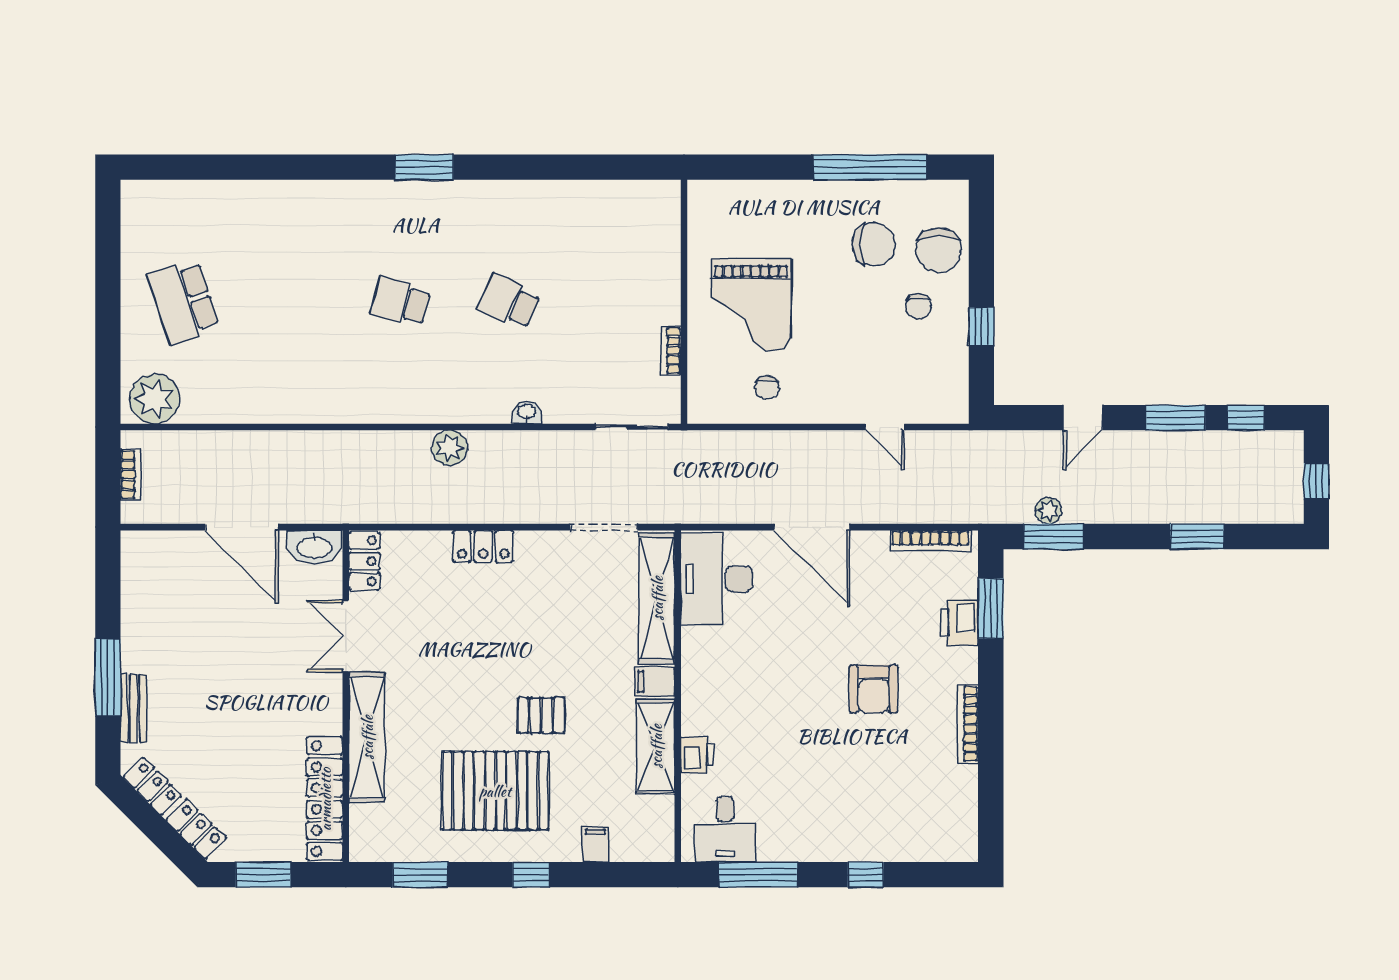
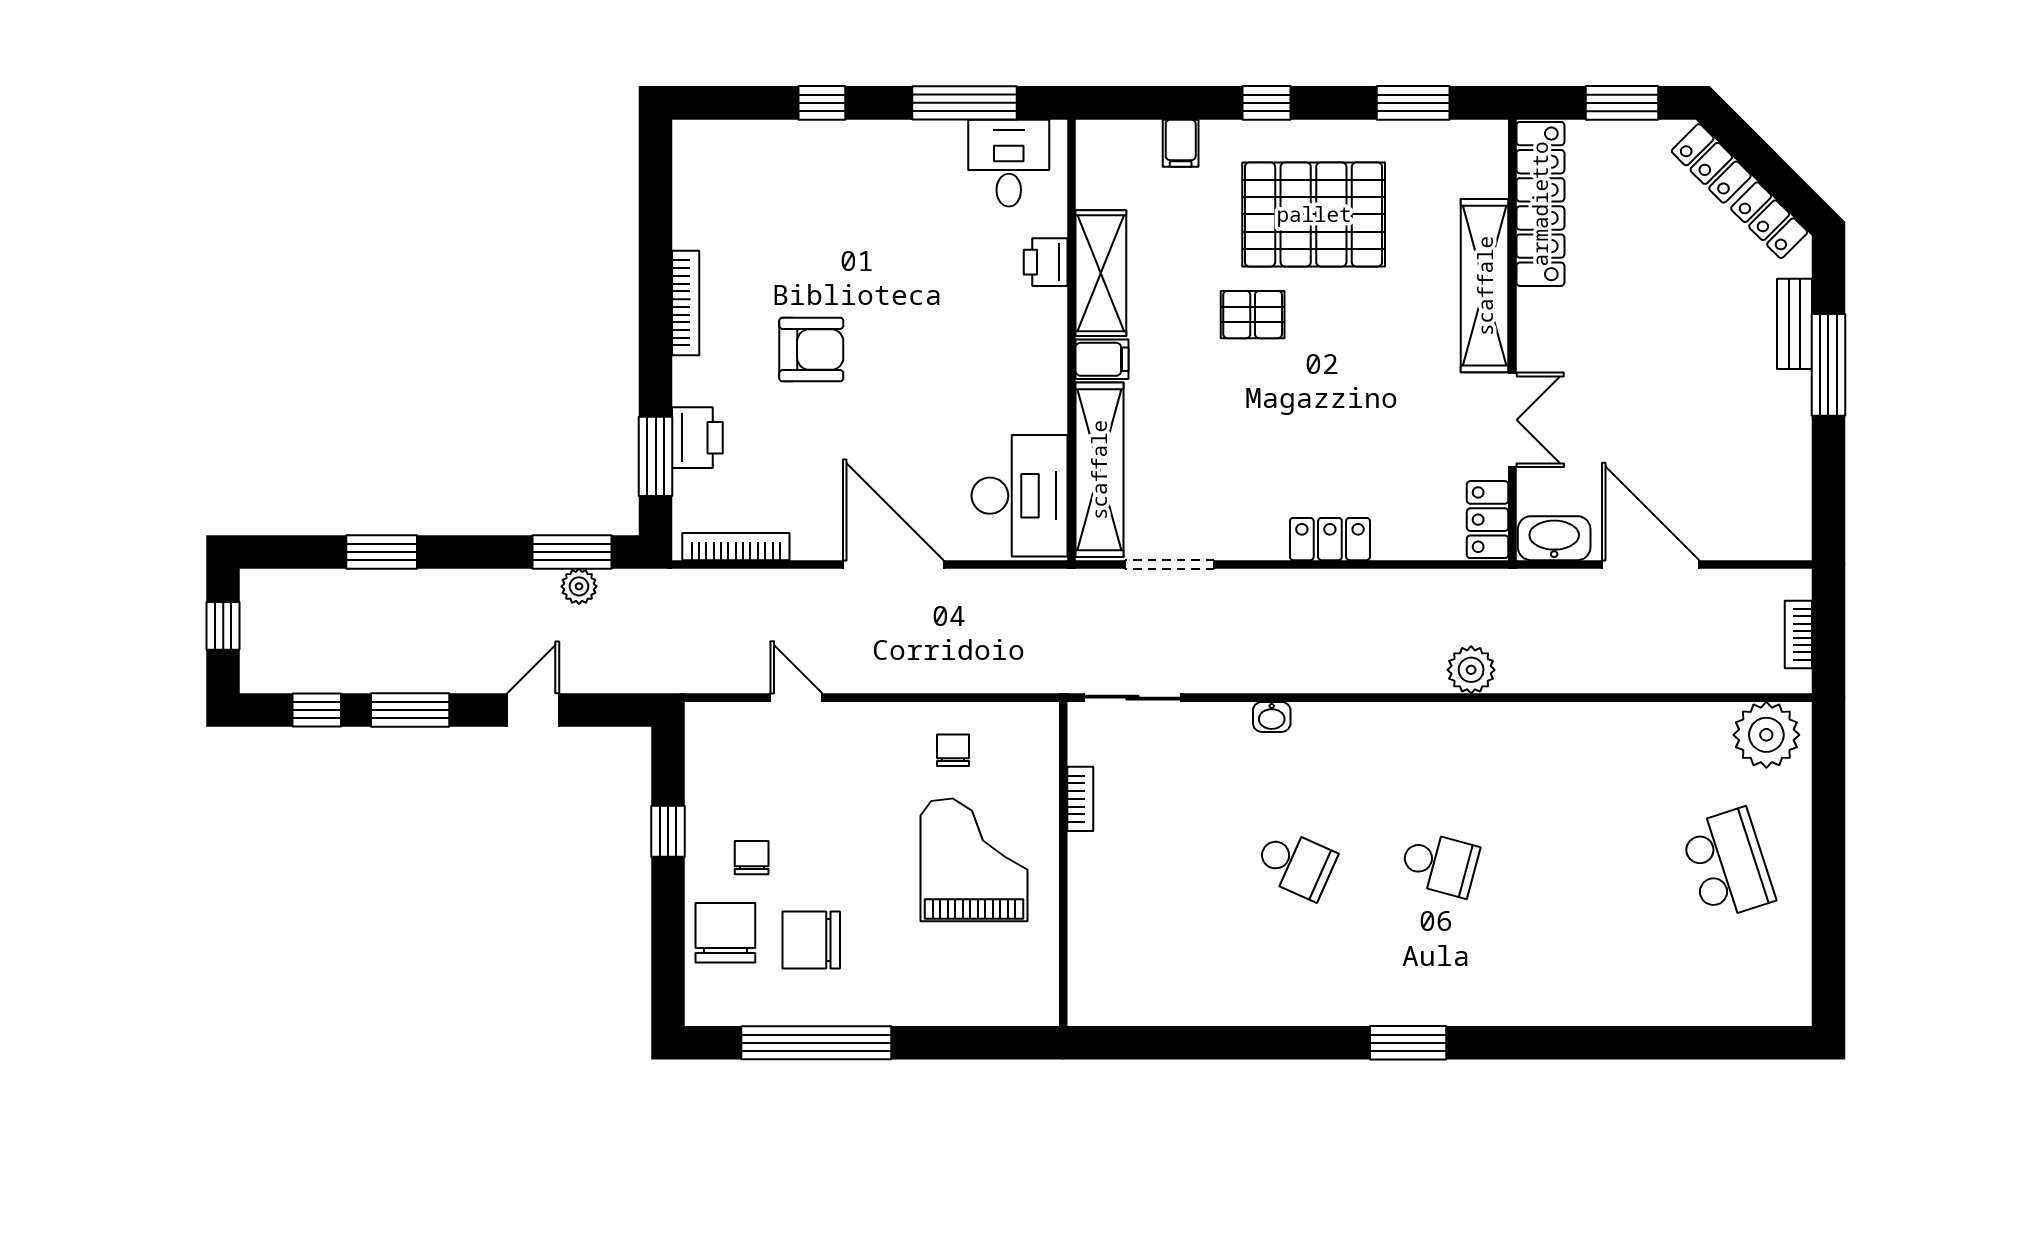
plant: (450, 448) -> (1471, 670), moved
armchair: (874, 689) -> (811, 349), turned 90

